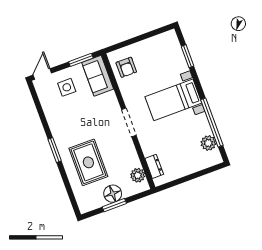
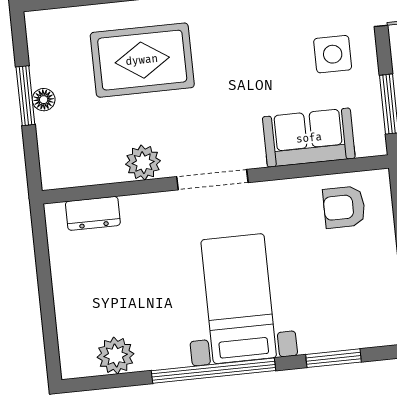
sofa: (98, 76) -> (309, 138), moved
window: (212, 122) -> (214, 371), moved
plant: (138, 175) -> (143, 163), moved
floor lamp: (113, 194) -> (44, 100), width x0.53, depth x0.53

